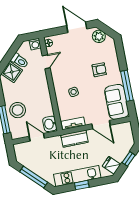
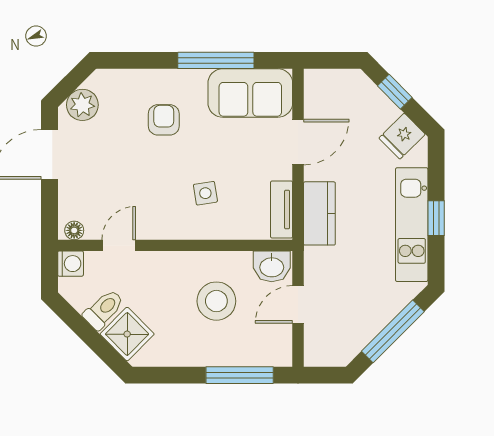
door: (46, 62) -> (119, 245), hinge flipped
stool: (18, 110) -> (216, 301), moved

